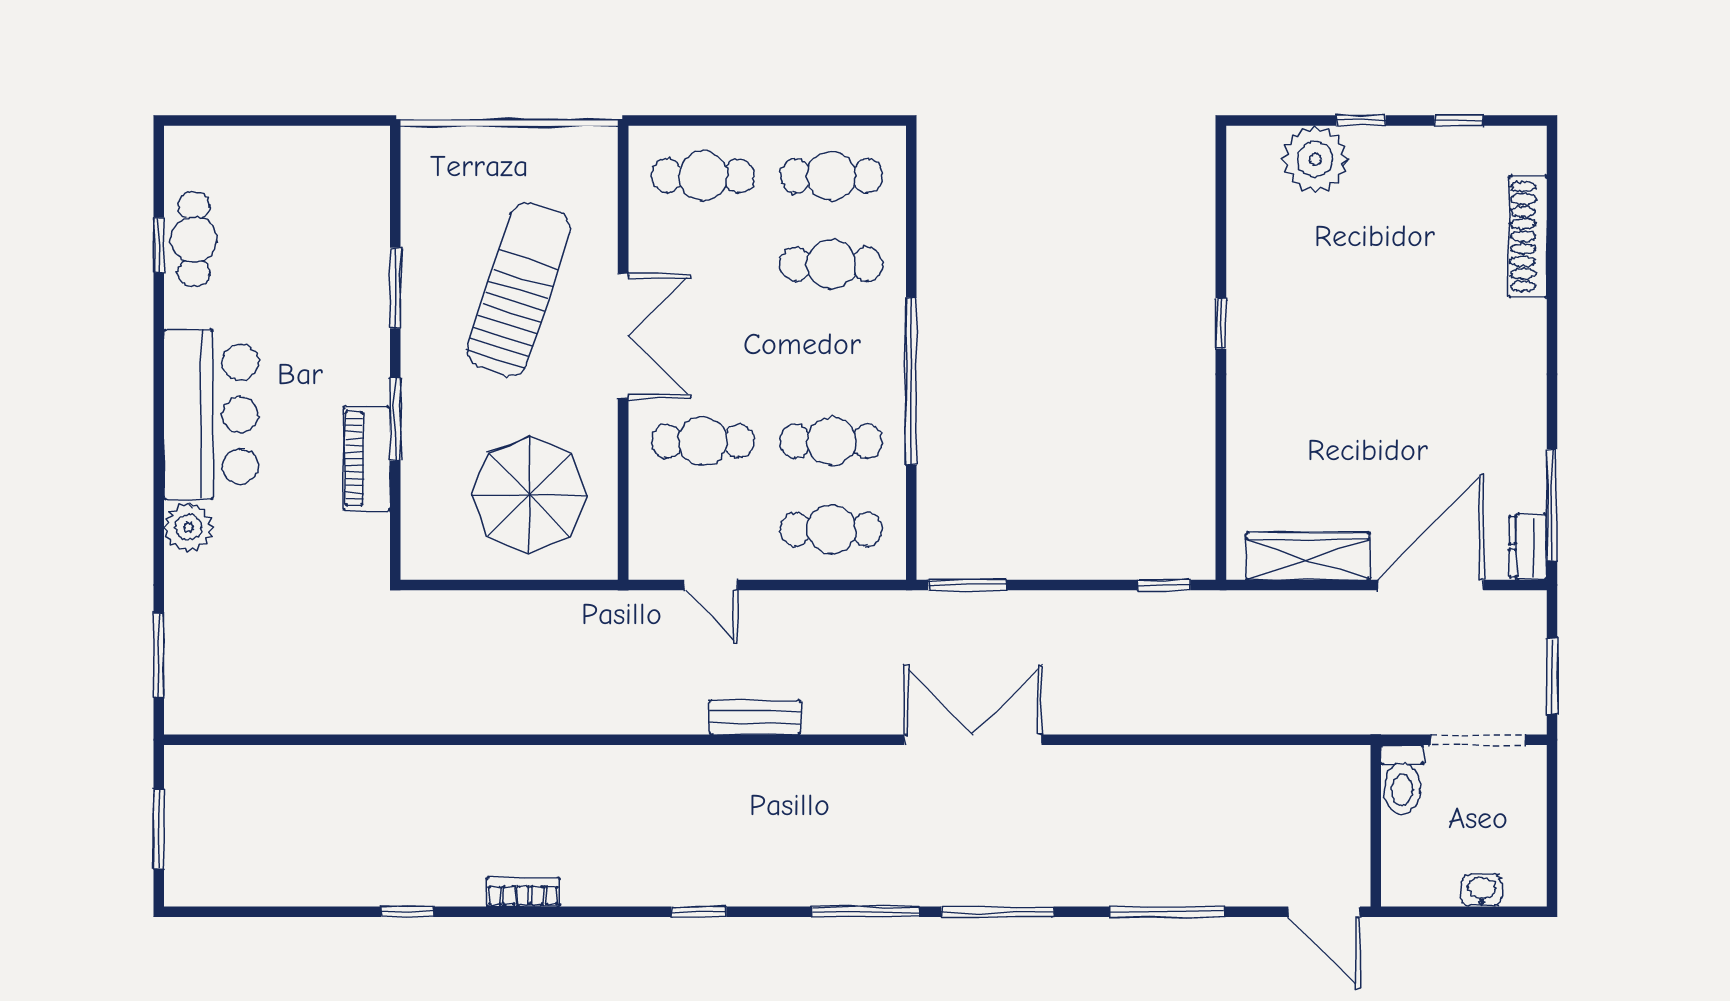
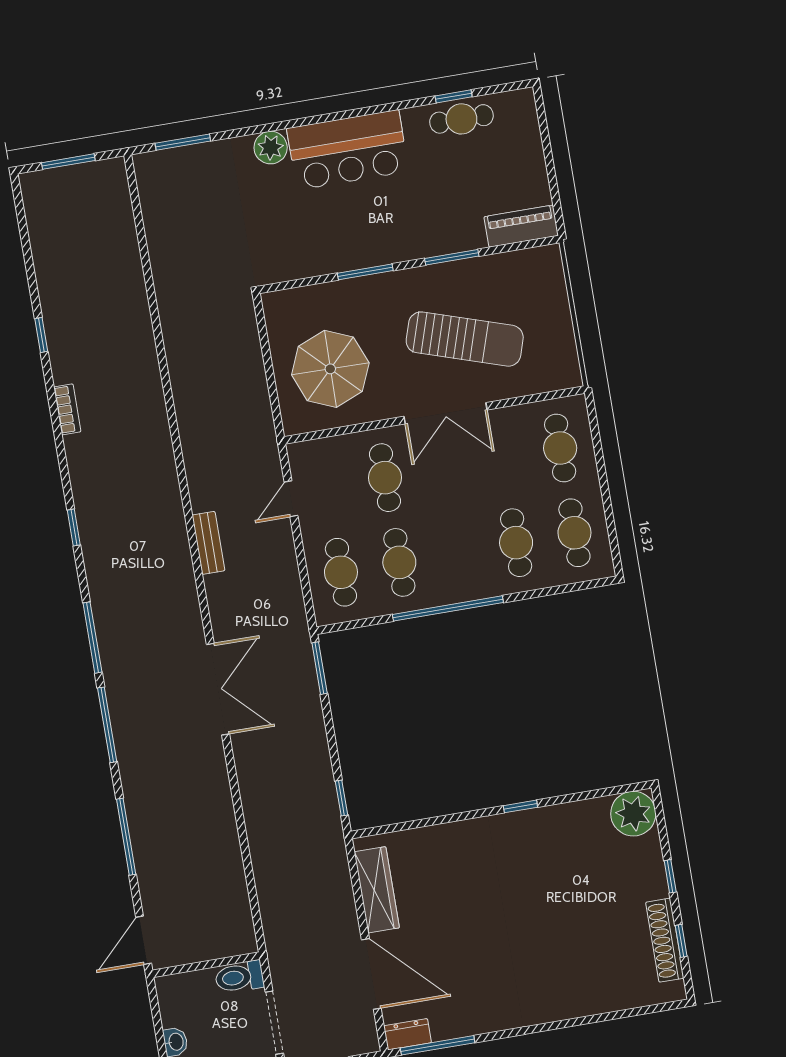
plant: (1315, 159) -> (633, 814), moved
shoe rack: (1528, 236) -> (665, 940), moved, turned -90
piano: (367, 459) -> (521, 226), moved

